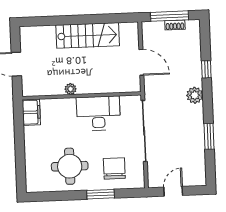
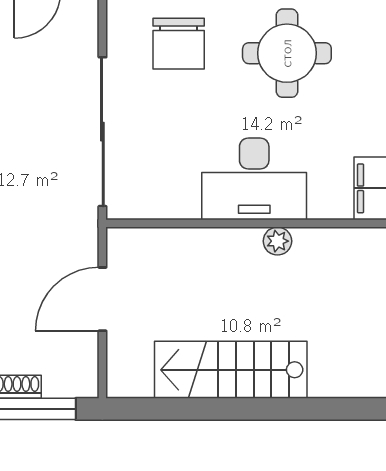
door: (141, 62) -> (102, 299), hinge flipped
desk: (98, 113) -> (254, 179), moved

